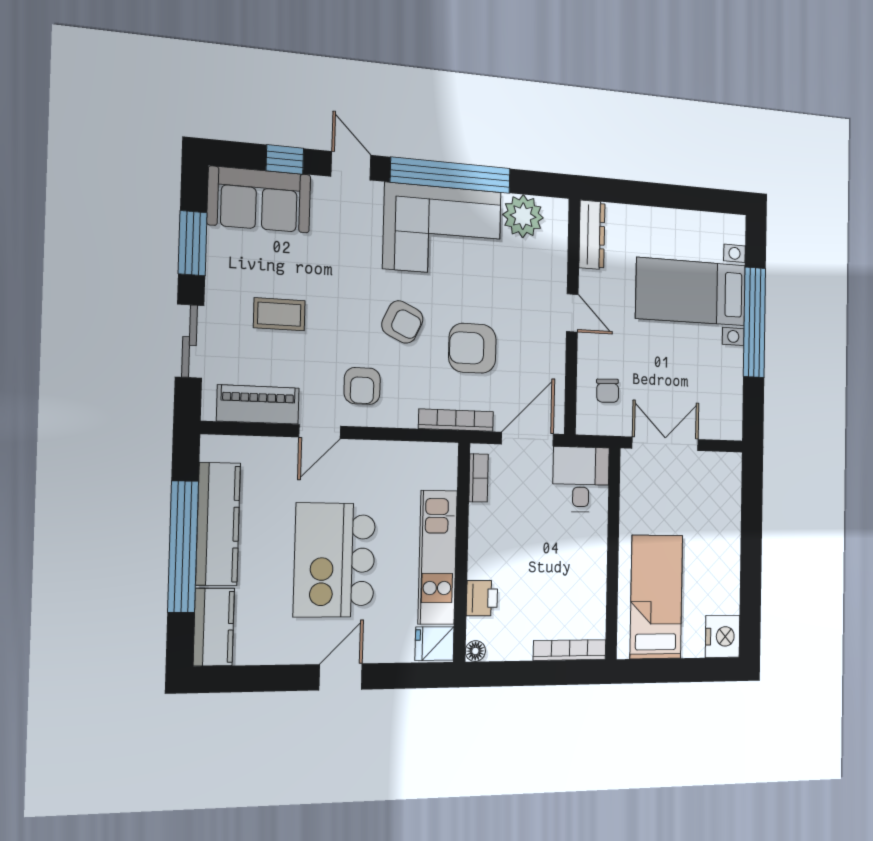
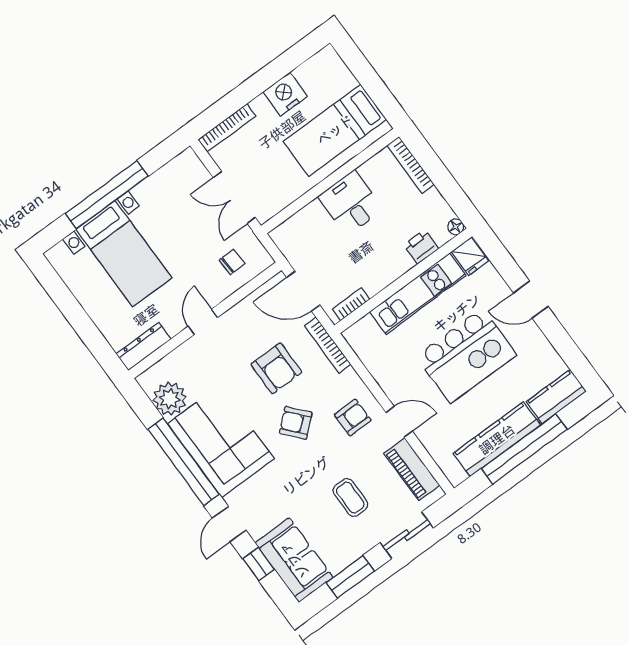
armchair: (402, 322) -> (296, 423), turned -66
desk: (581, 479) -> (351, 203), moved, turned 90
bookcase: (733, 490) -> (227, 128), added
nightstand: (723, 636) -> (285, 94), moved

